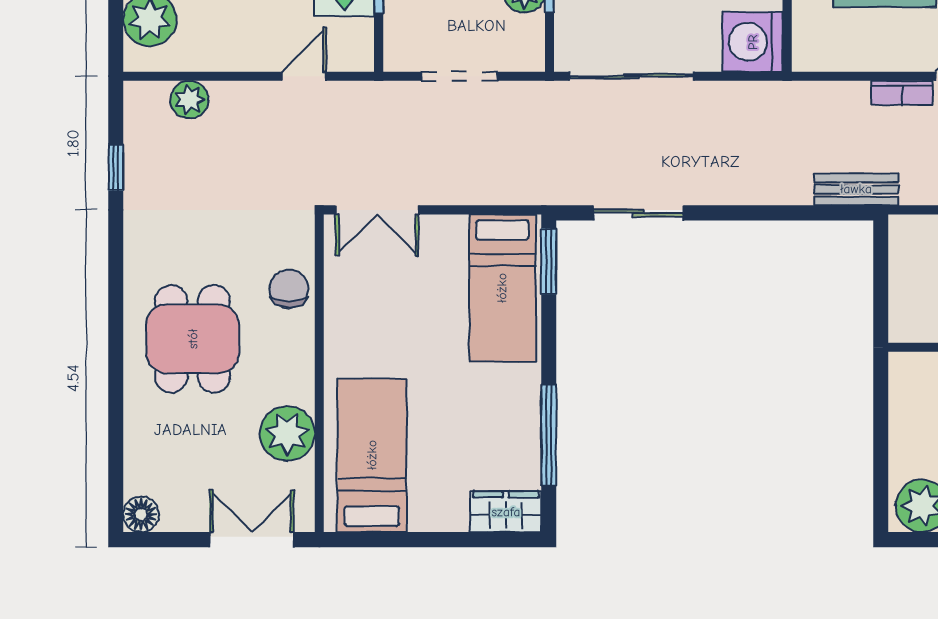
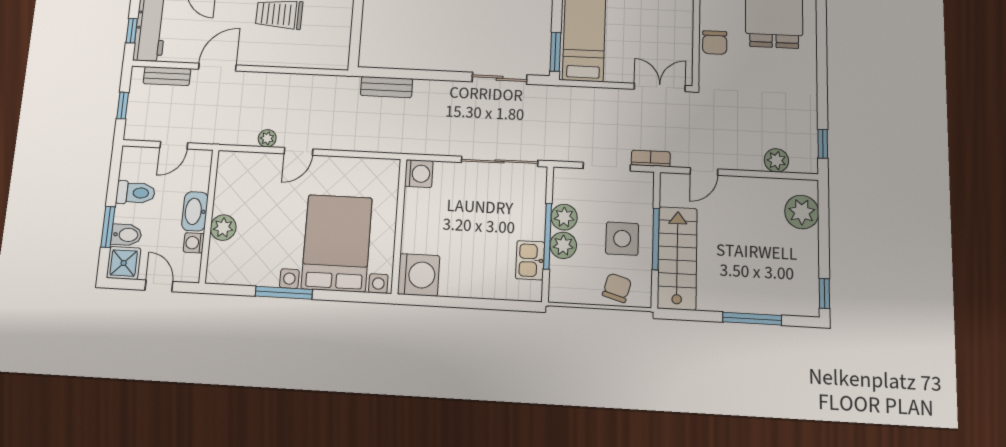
washing machine: (753, 42) -> (419, 174), width x0.73, depth x0.73
bookcase: (902, 93) -> (651, 158), moved
window: (116, 168) -> (823, 144), moved
bench: (856, 189) -> (387, 87), moved

